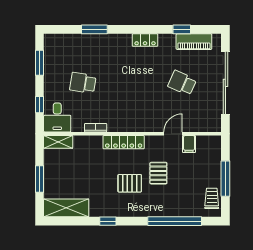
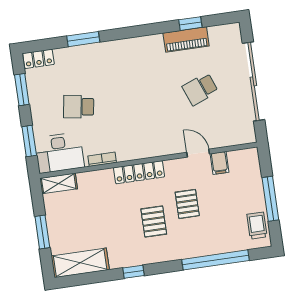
locker: (145, 40) -> (38, 59), moved
piano: (194, 42) -> (186, 39), moved
school desk: (182, 83) -> (200, 89), turned -45
window: (39, 105) -> (29, 141), width x1.50
desk: (57, 118) -> (59, 153), width x1.37
door: (173, 134) -> (198, 153), hinge flipped
pallet: (130, 183) -> (154, 221), turned 90

